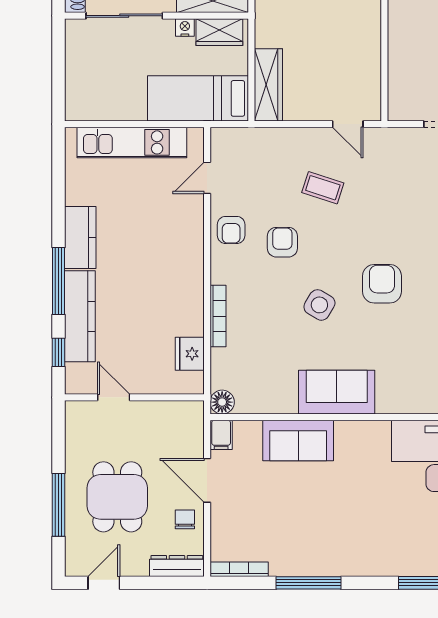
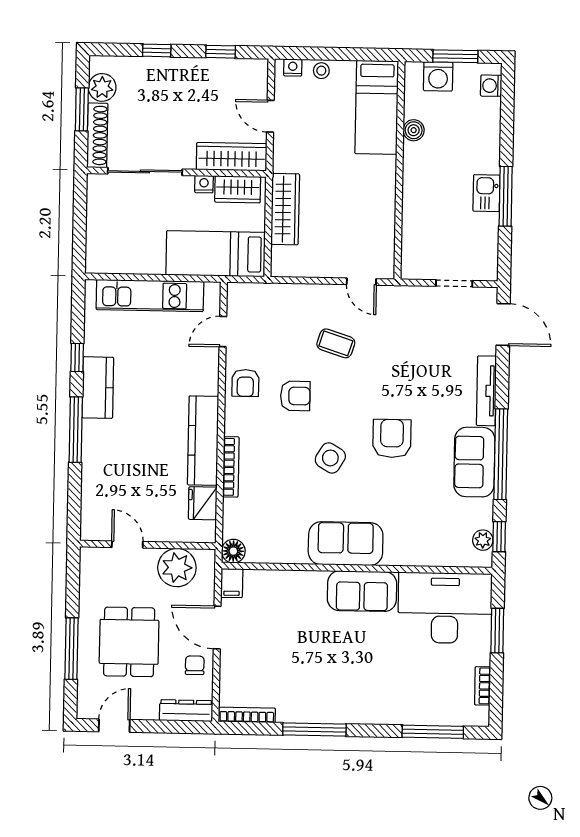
wardrobe: (268, 85) -> (285, 209), moved
armchair: (282, 242) -> (295, 396), turned 90
kitchen counter: (80, 316) -> (203, 441), moved, turned 180
window: (59, 352) -> (77, 358), moved
plant: (165, 420) -> (177, 568), added
sofa: (298, 440) -> (362, 591), moved

